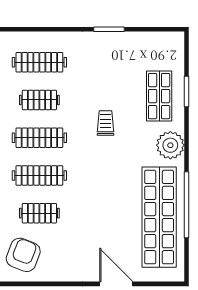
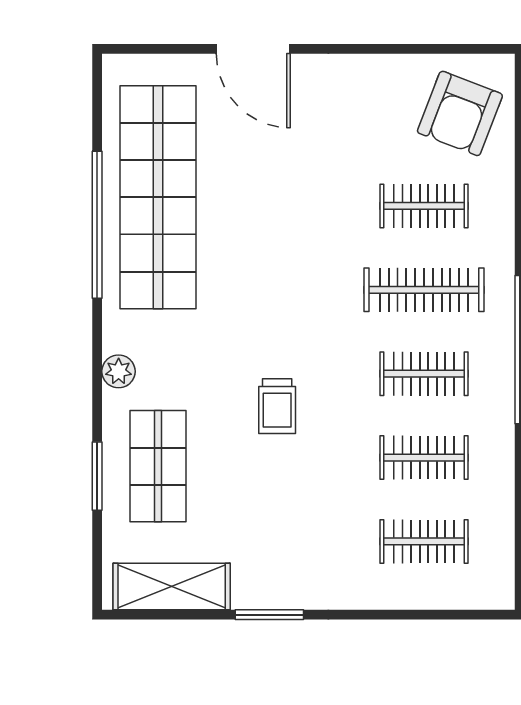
shelving: (153, 42) -> (172, 587), added
clothes rail: (39, 62) -> (424, 541), width x0.73
clothes rail: (39, 138) -> (424, 374), width x0.73
plant: (170, 145) -> (119, 371), width x0.53, depth x0.53

